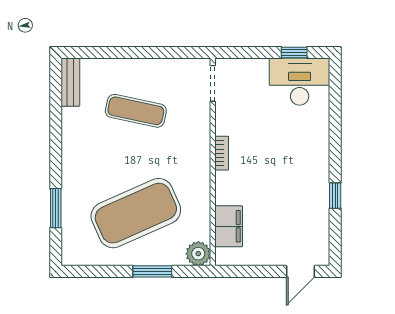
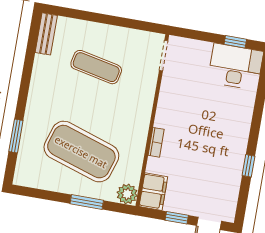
bookcase: (222, 153) -> (156, 142), moved
exercise mat: (136, 213) -> (81, 152), turned 42
filing cabinet: (229, 226) -> (153, 192), moved
window: (261, 271) -> (177, 218), added

